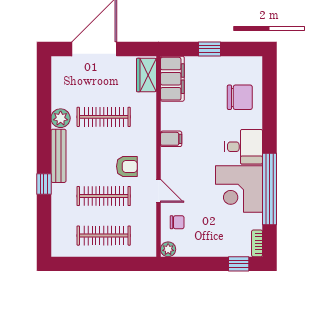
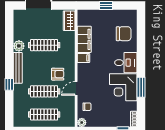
filing cabinet: (172, 79) -> (84, 39), moved
window: (269, 189) -> (141, 87), width x0.47
door: (158, 191) -> (76, 88), swing flipped

